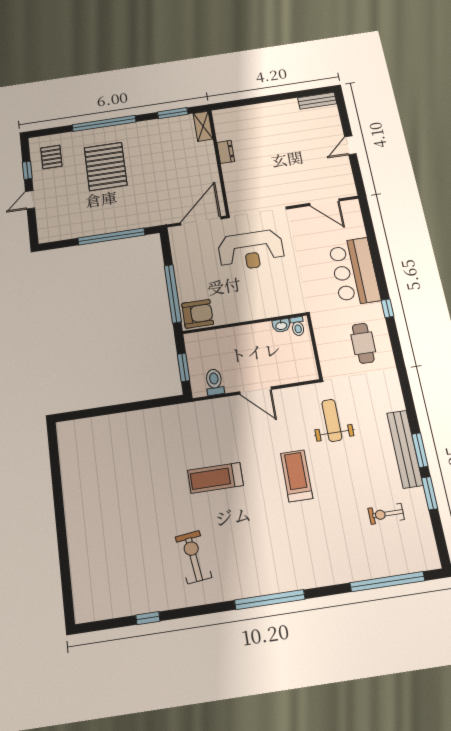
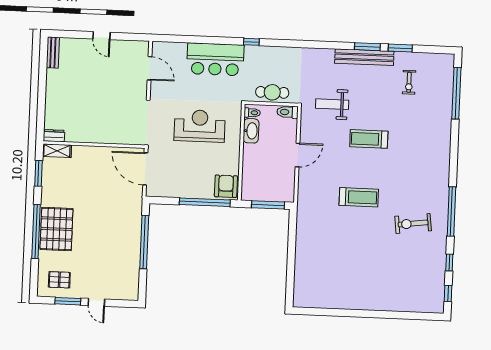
dresser: (226, 152) -> (54, 136), moved
pallet: (106, 166) -> (56, 229), moved, turned 90
window: (27, 170) -> (68, 301), width x1.50
door: (324, 202) -> (150, 68), hinge flipped
reception desk: (251, 250) -> (200, 126), moved, turned -90
washbasin: (281, 325) -> (251, 131), width x1.91, depth x1.45
cafe table: (363, 343) -> (272, 92), moved
window: (184, 367) -> (268, 205), width x1.44
toilet: (214, 382) -> (287, 112), moved
treadmill: (215, 478) -> (359, 197), turned -90
window: (270, 600) -> (451, 212), moved
window: (104, 625) -> (448, 294), added

